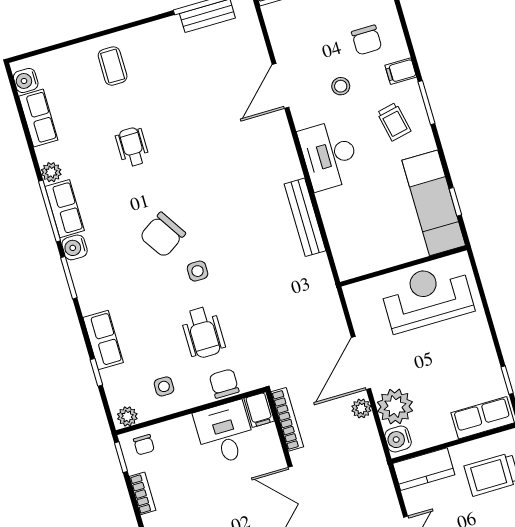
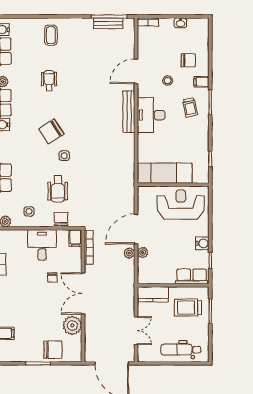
chair: (367, 40) -> (188, 60), turned -90
exam couch: (434, 203) -> (165, 173), moved, turned 90
bench: (305, 217) -> (129, 112), moved
plant: (395, 407) -> (143, 253), width x0.53, depth x0.53
desk: (225, 433) -> (42, 245), moved
water cooler: (398, 439) -> (202, 243), moved, turned 180
chair: (144, 445) -> (52, 278), moved

